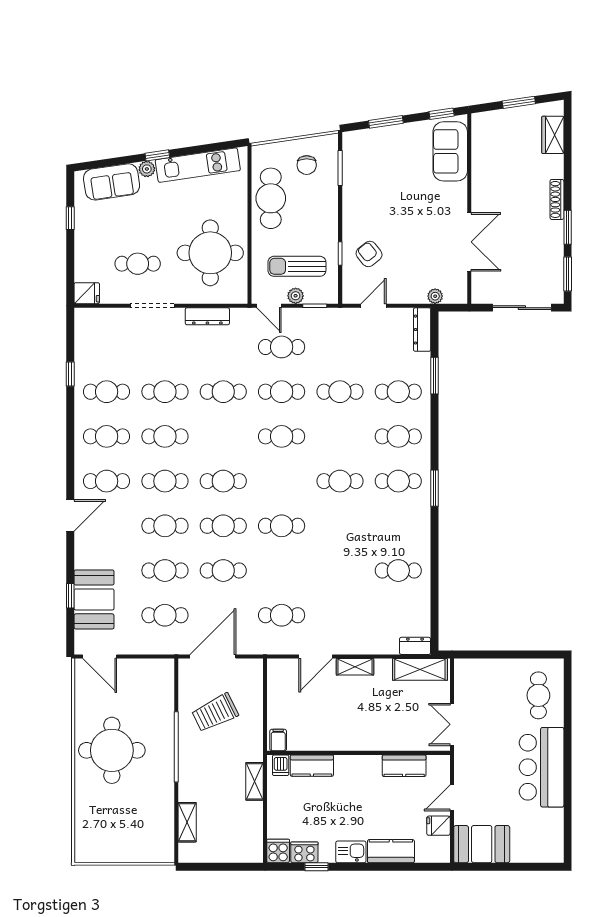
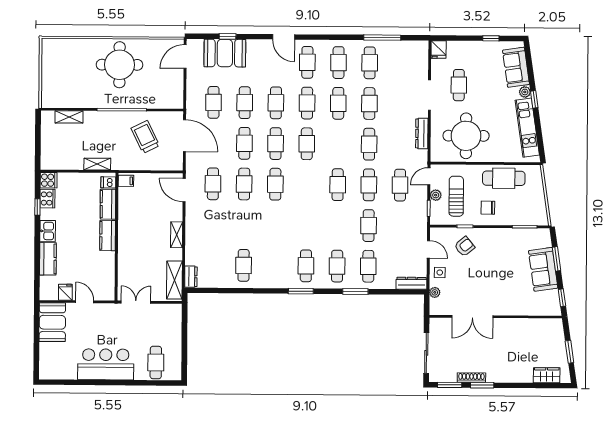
sofa: (450, 151) -> (543, 269), moved, turned -98
chair: (307, 165) -> (488, 208), moved
shoe rack: (557, 199) -> (471, 378), moved
side table: (407, 289) -> (440, 272), added
window: (70, 374) -> (382, 38), width x2.17
window: (435, 376) -> (355, 291), moved
cafe table: (340, 481) -> (244, 184), moved
door: (316, 657) -> (184, 190), moved
cafe table: (538, 695) -> (156, 363), turned 90
kitchen counter: (404, 766) -> (108, 236), moved

